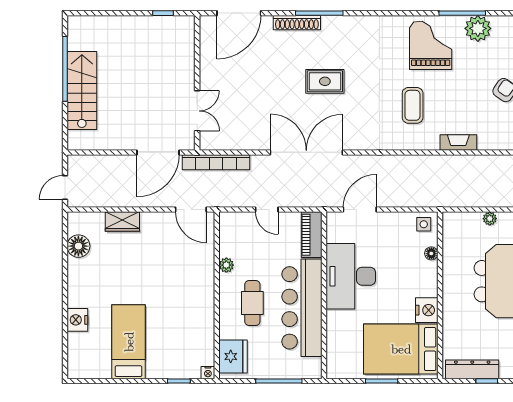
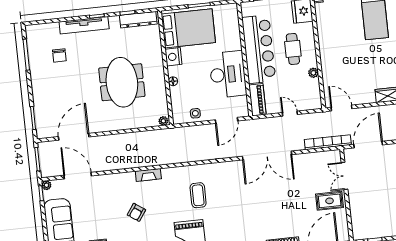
rug: (325, 81) -> (330, 201), moved
fireplace: (458, 142) -> (148, 175), moved
plant: (490, 219) -> (163, 121), moved
side table: (424, 224) -> (195, 113), moved
floor lamp: (431, 253) -> (173, 81), moved

